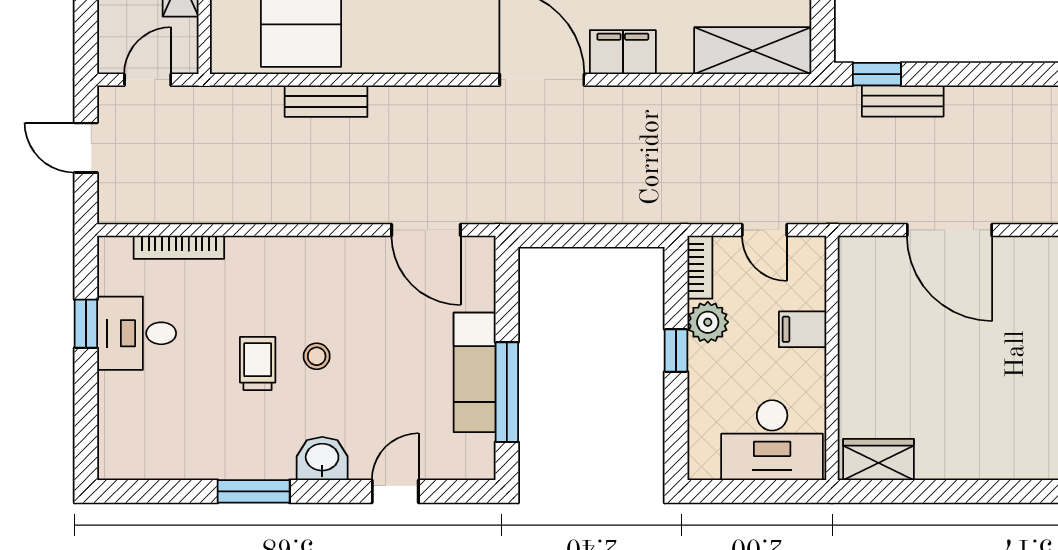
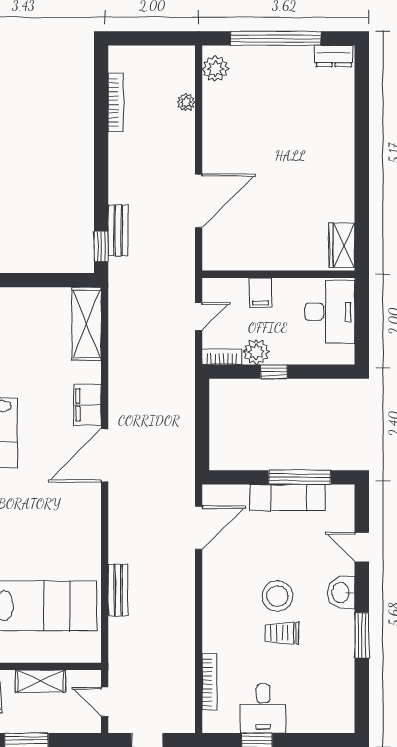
stool: (317, 356) -> (277, 596), width x1.89, depth x1.89

